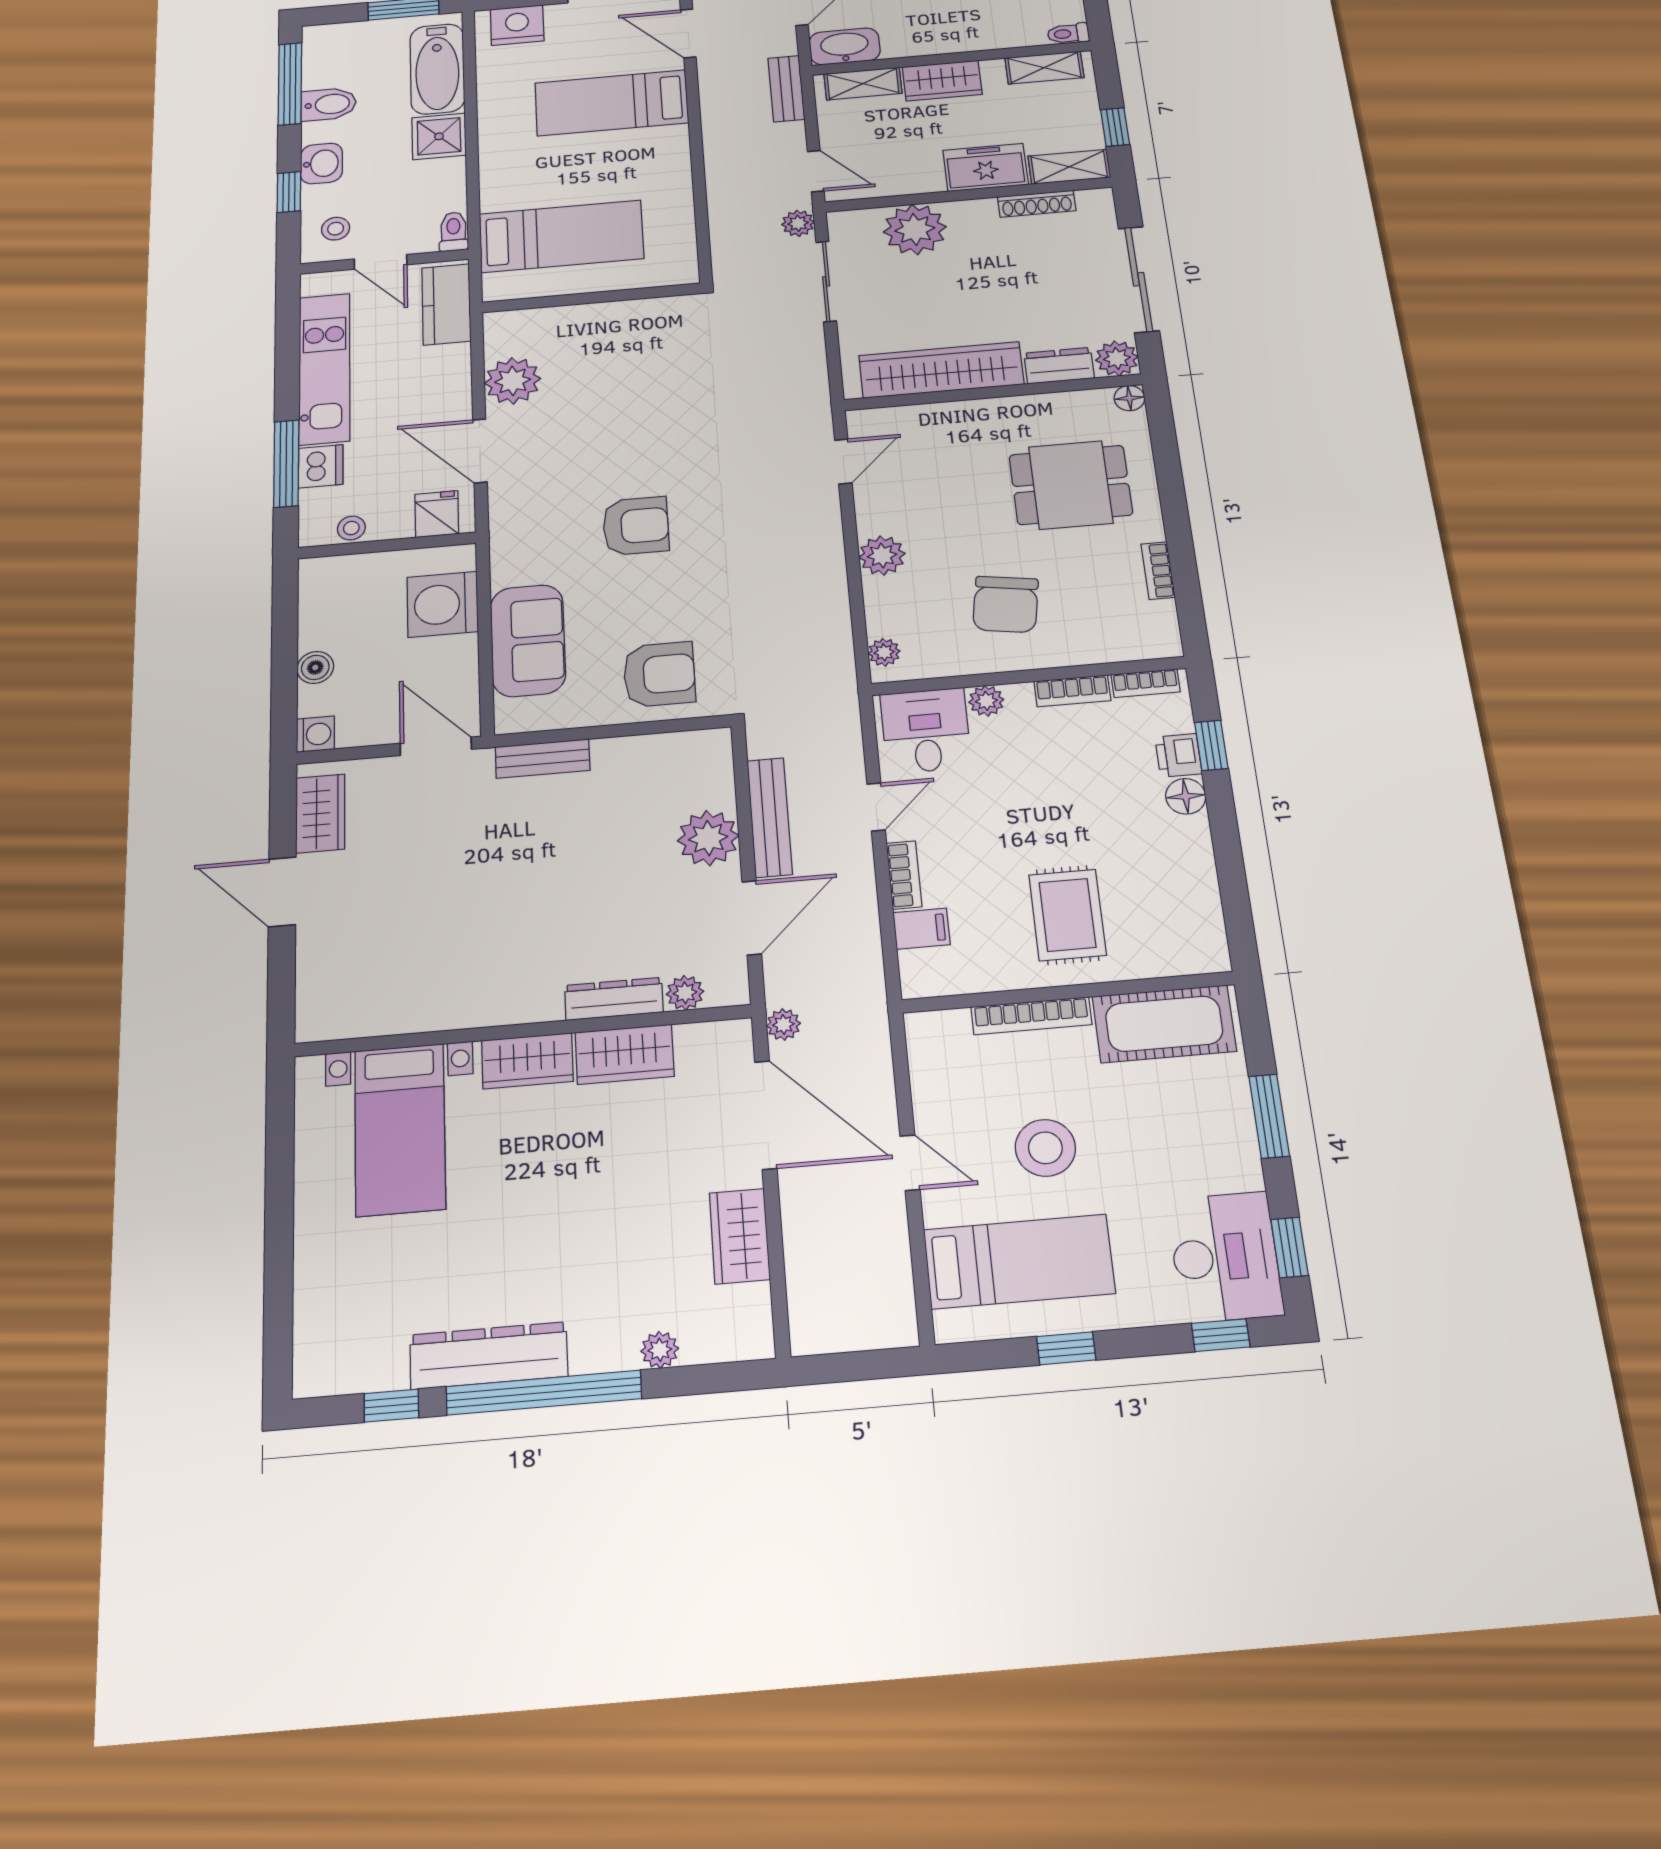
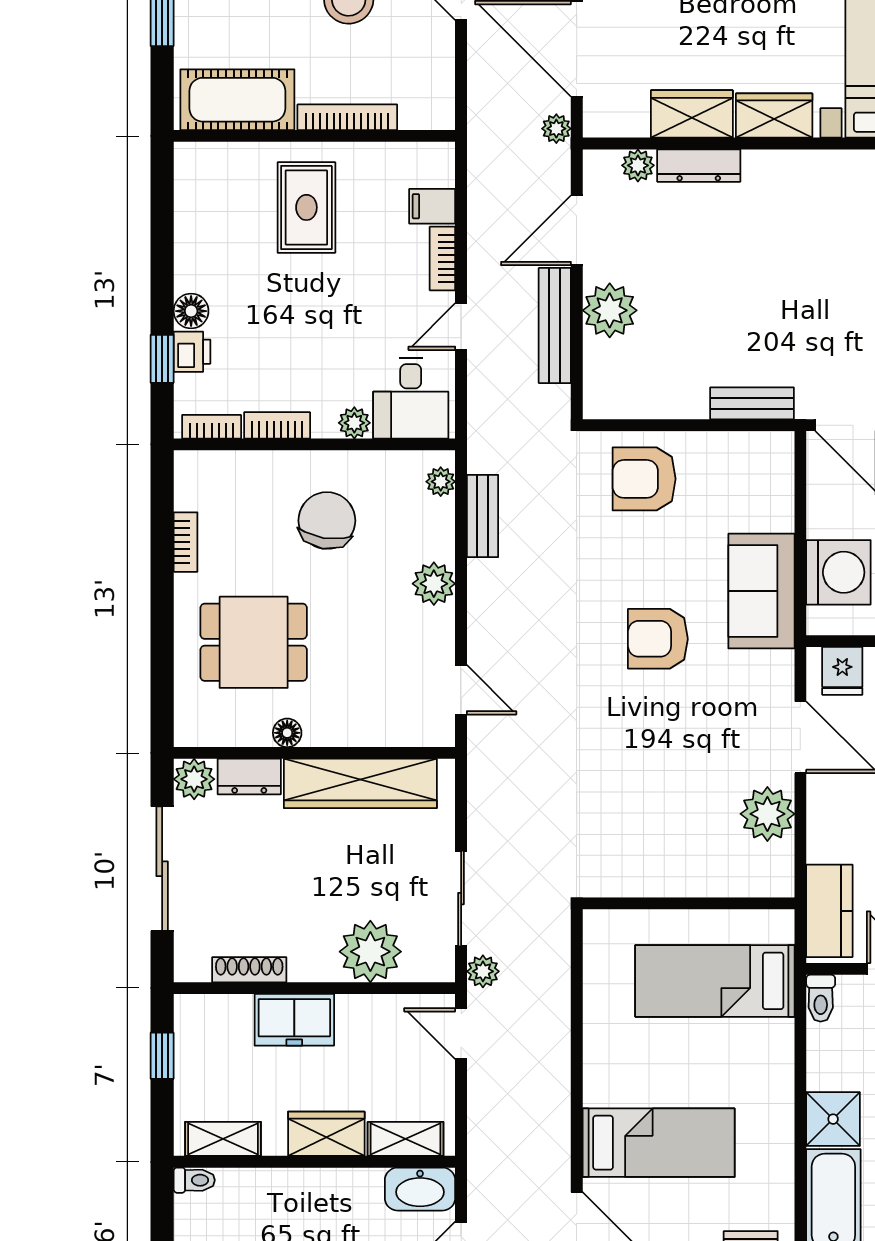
bench: (786, 89) -> (482, 516), moved
shelving: (1069, 167) -> (213, 1012), removed
floor lamp: (1129, 398) -> (287, 733), moved
door: (843, 462) -> (461, 690), swing flipped
sofa: (528, 640) -> (761, 591), moved

